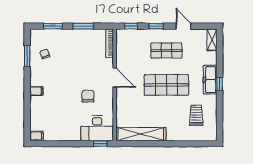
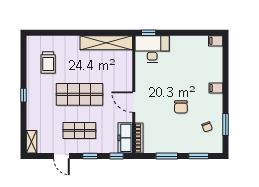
freezer: (210, 80) -> (125, 138), moved, turned 180
chair: (88, 96) -> (181, 107), moved

